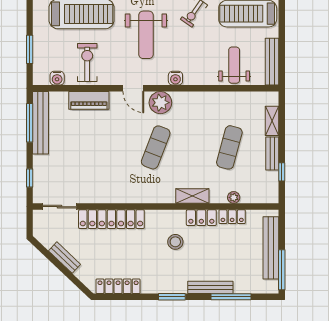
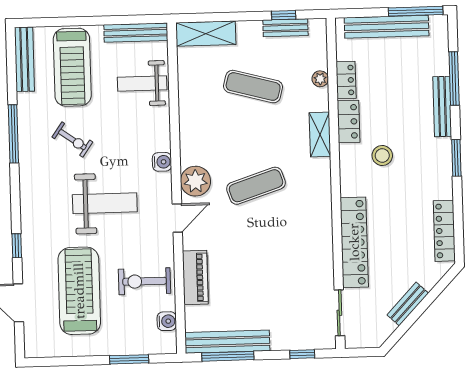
shelving: (272, 121) -> (206, 34), width x1.50, depth x1.33
exercise mat: (156, 147) -> (256, 186), turned -39
bench: (272, 153) -> (285, 28), moved

